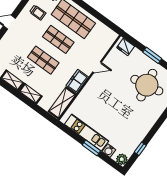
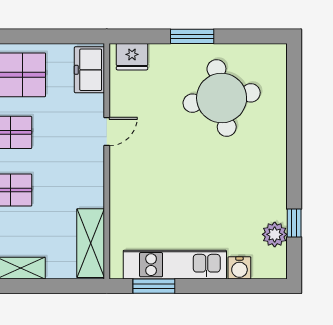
freezer: (77, 81) -> (89, 70), moved
window: (91, 148) -> (154, 286), moved
plant: (122, 159) -> (275, 234), moved

